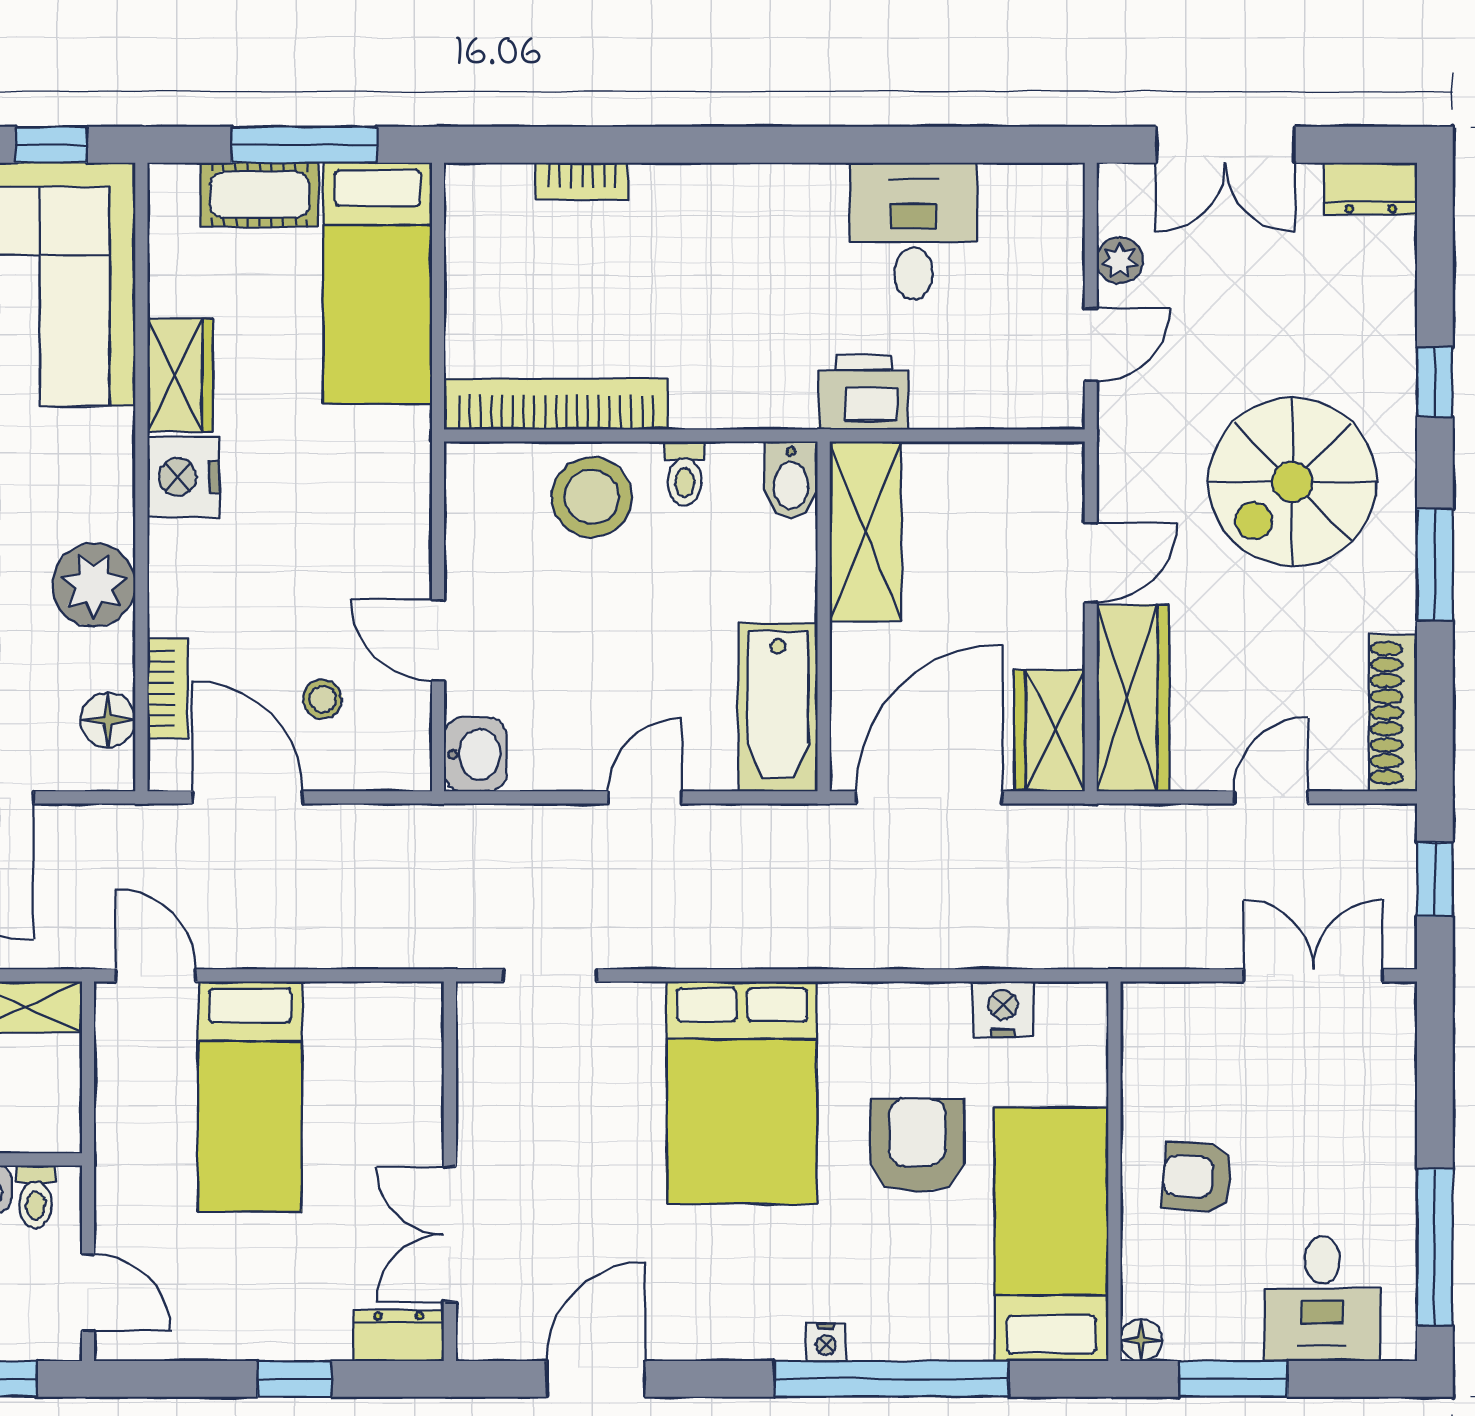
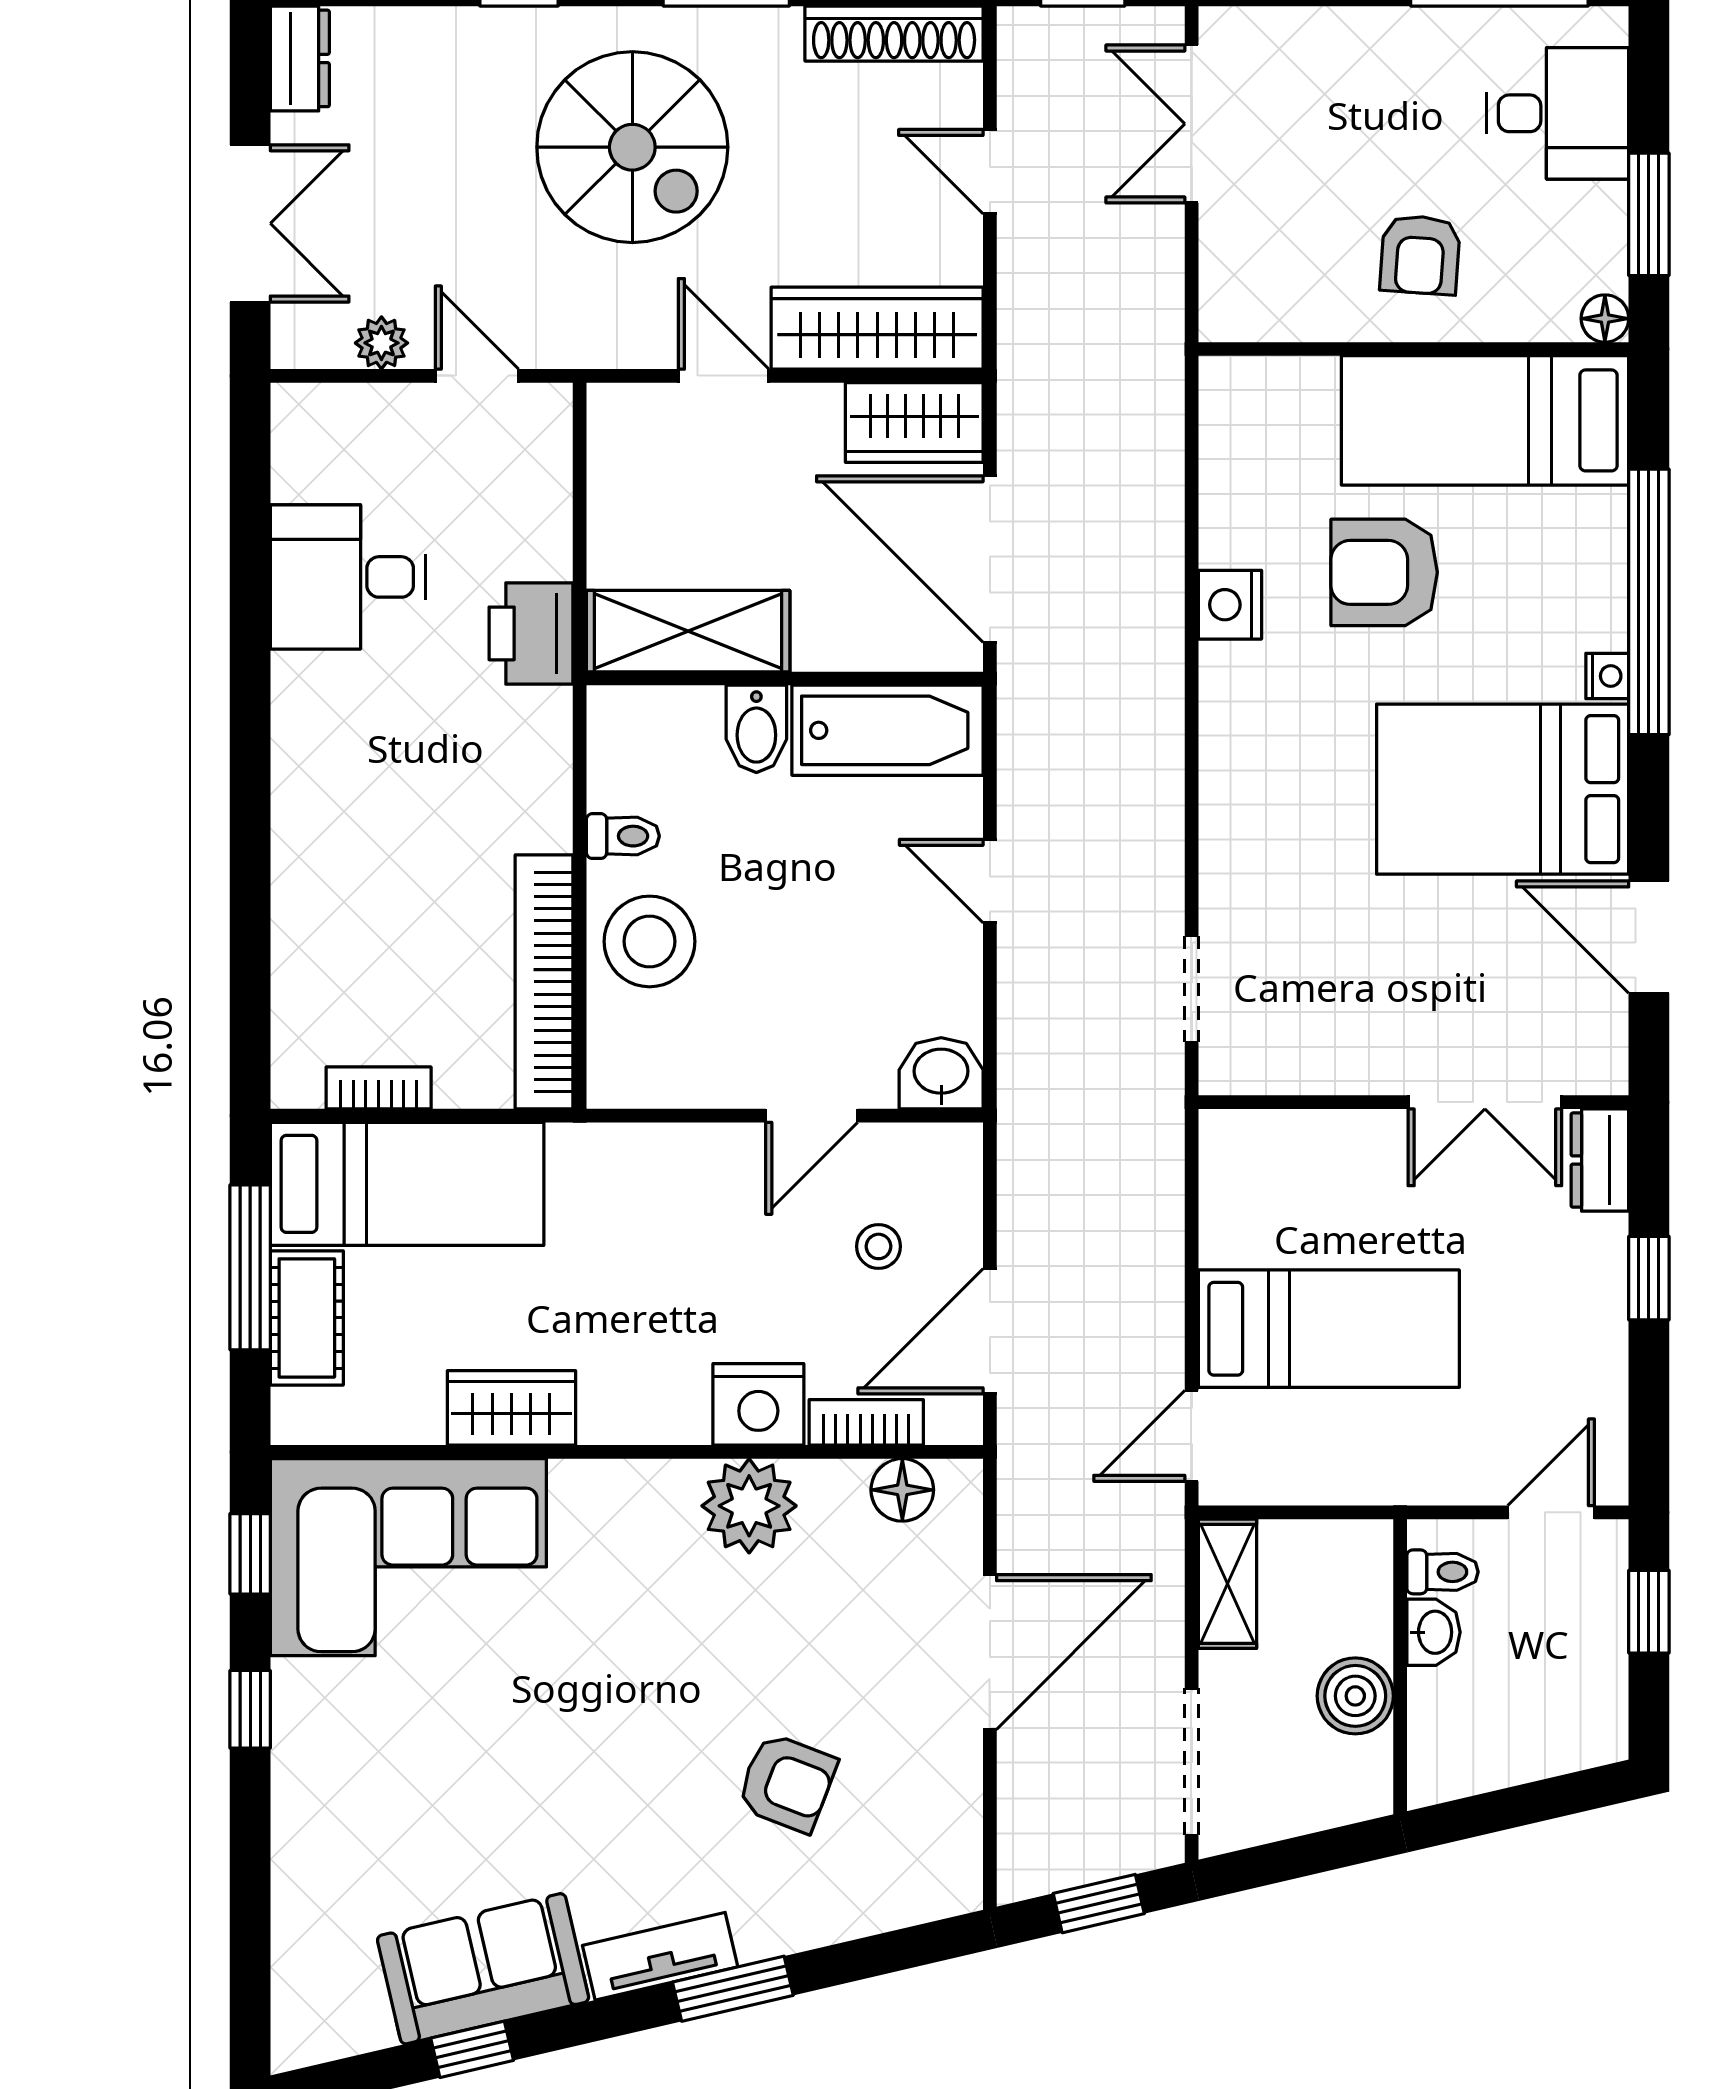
bookcase: (582, 181) -> (379, 1088), moved, turned -90
nightstand: (183, 477) -> (758, 1404), moved
bidet: (791, 480) -> (756, 729), moved, turned 90
nightstand: (1003, 1009) -> (1230, 605), moved
bed: (742, 1093) -> (1503, 789), moved, turned 180

